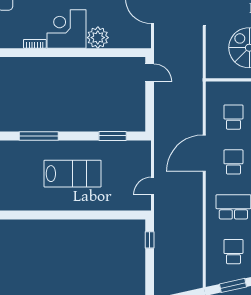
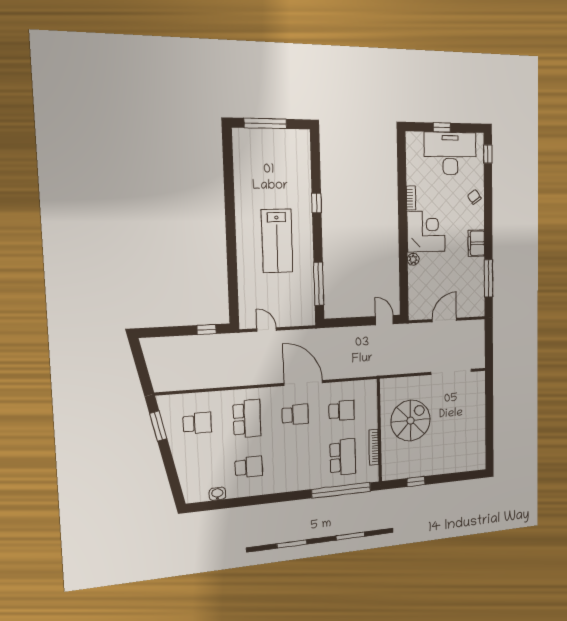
plant: (98, 38) -> (413, 259), width x0.53, depth x0.53
door: (150, 73) -> (384, 320), swing flipped
window: (39, 136) -> (317, 203), width x0.46
window: (113, 136) -> (319, 284), width x1.44

